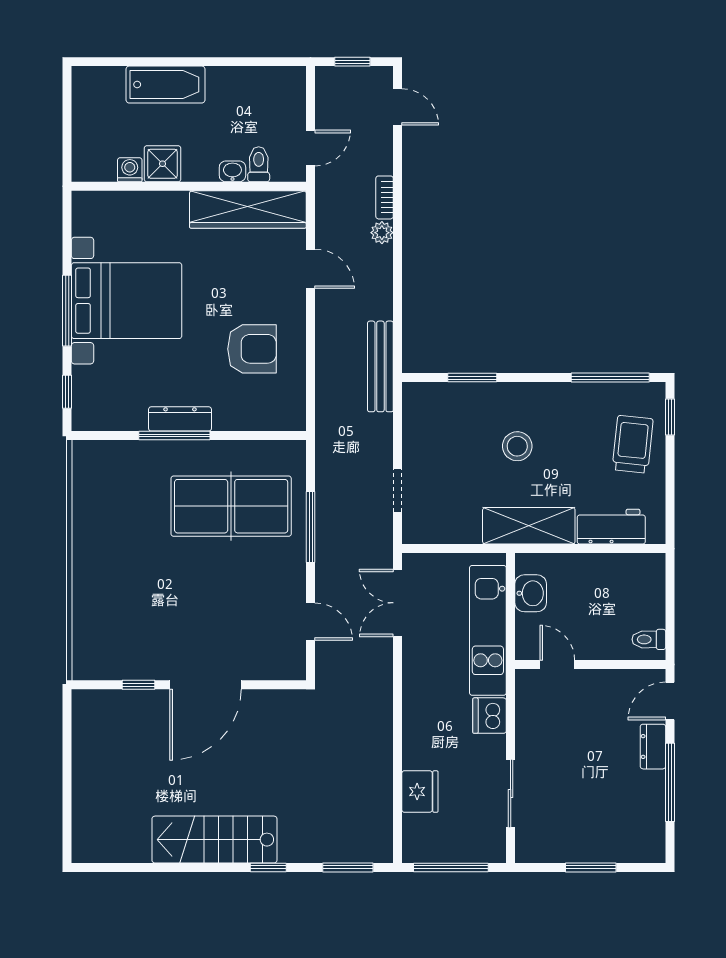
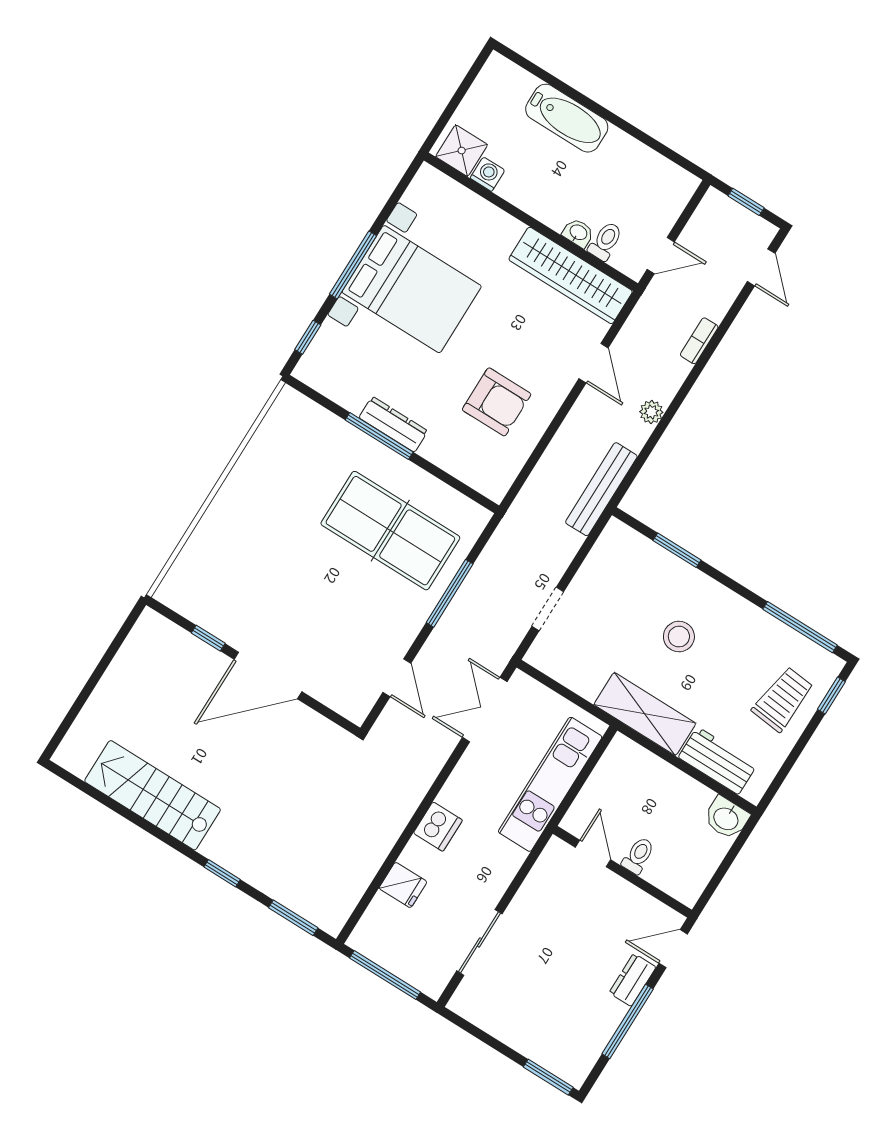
shower: (163, 164) -> (462, 151), moved
plant: (382, 233) -> (651, 412), moved
washbasin: (531, 593) -> (726, 818), moved, turned 90
toilet: (649, 639) -> (638, 856), moved, turned 90
dishwasher: (489, 716) -> (438, 827), moved, turned 180
fridge: (420, 792) -> (403, 885), width x0.72
stairs: (214, 840) -> (153, 795), moved
window: (591, 867) -> (548, 1077), moved

